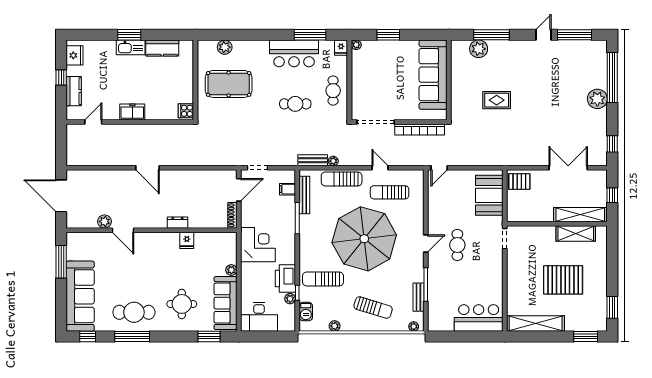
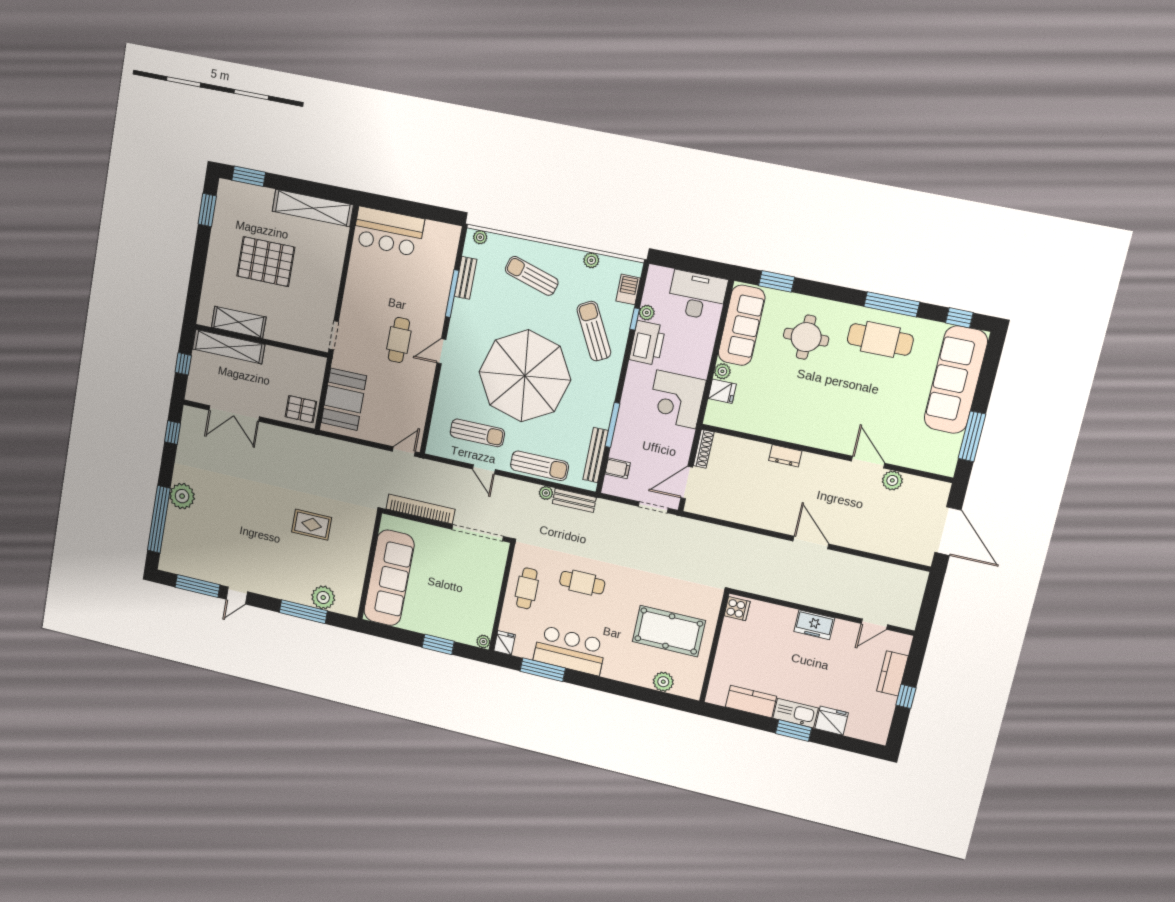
fridge: (75, 55) -> (832, 721), moved, turned 90
fridge: (187, 240) -> (722, 391), moved, turned 90
sun lounger: (323, 279) -> (594, 331), turned -118

